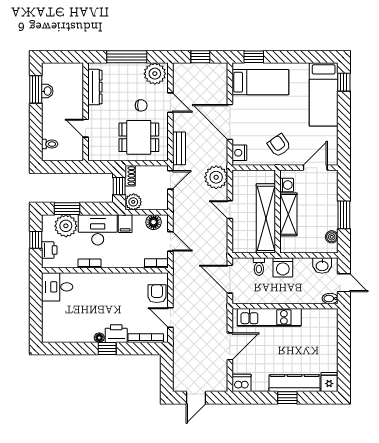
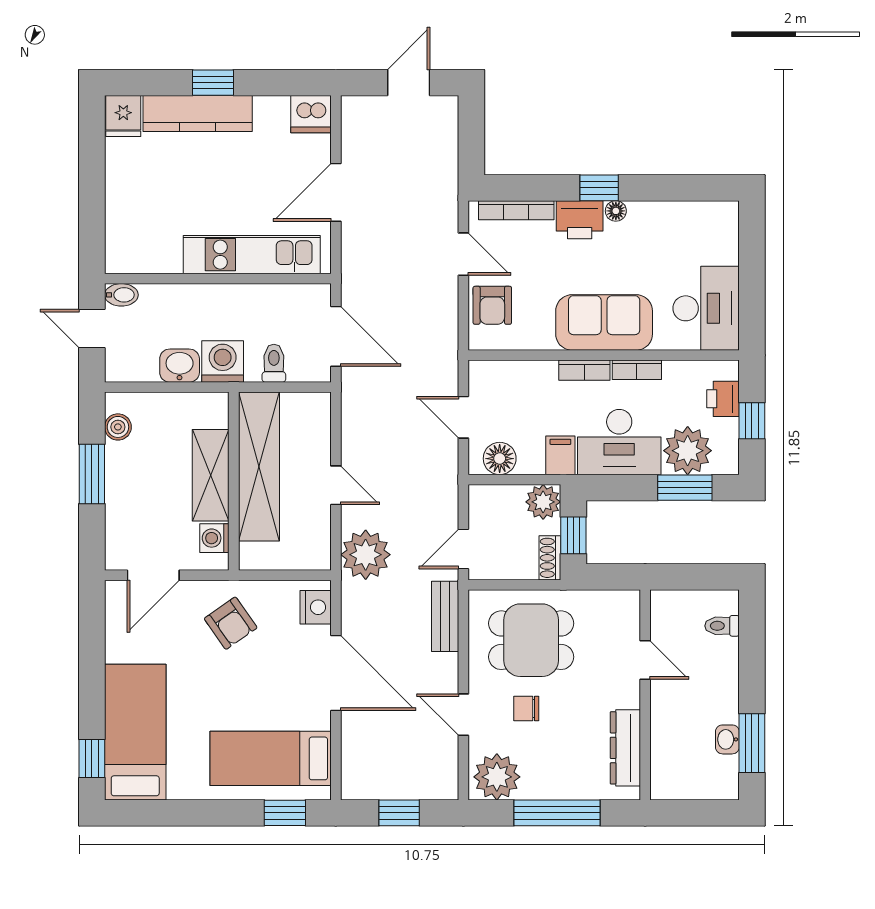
bookcase: (156, 263) -> (584, 370), moved
washbasin: (322, 265) -> (180, 366), moved
sofa: (105, 286) -> (604, 322), added
desk: (57, 287) -> (706, 308), width x1.37

